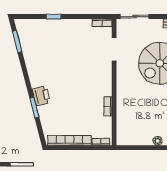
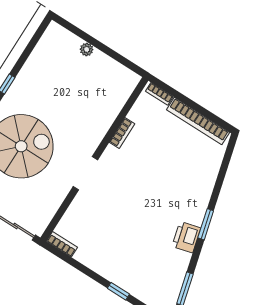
doorway: (114, 49) -> (85, 173), moved
printer: (41, 96) -> (186, 237), moved
window: (34, 108) -> (206, 224), moved

